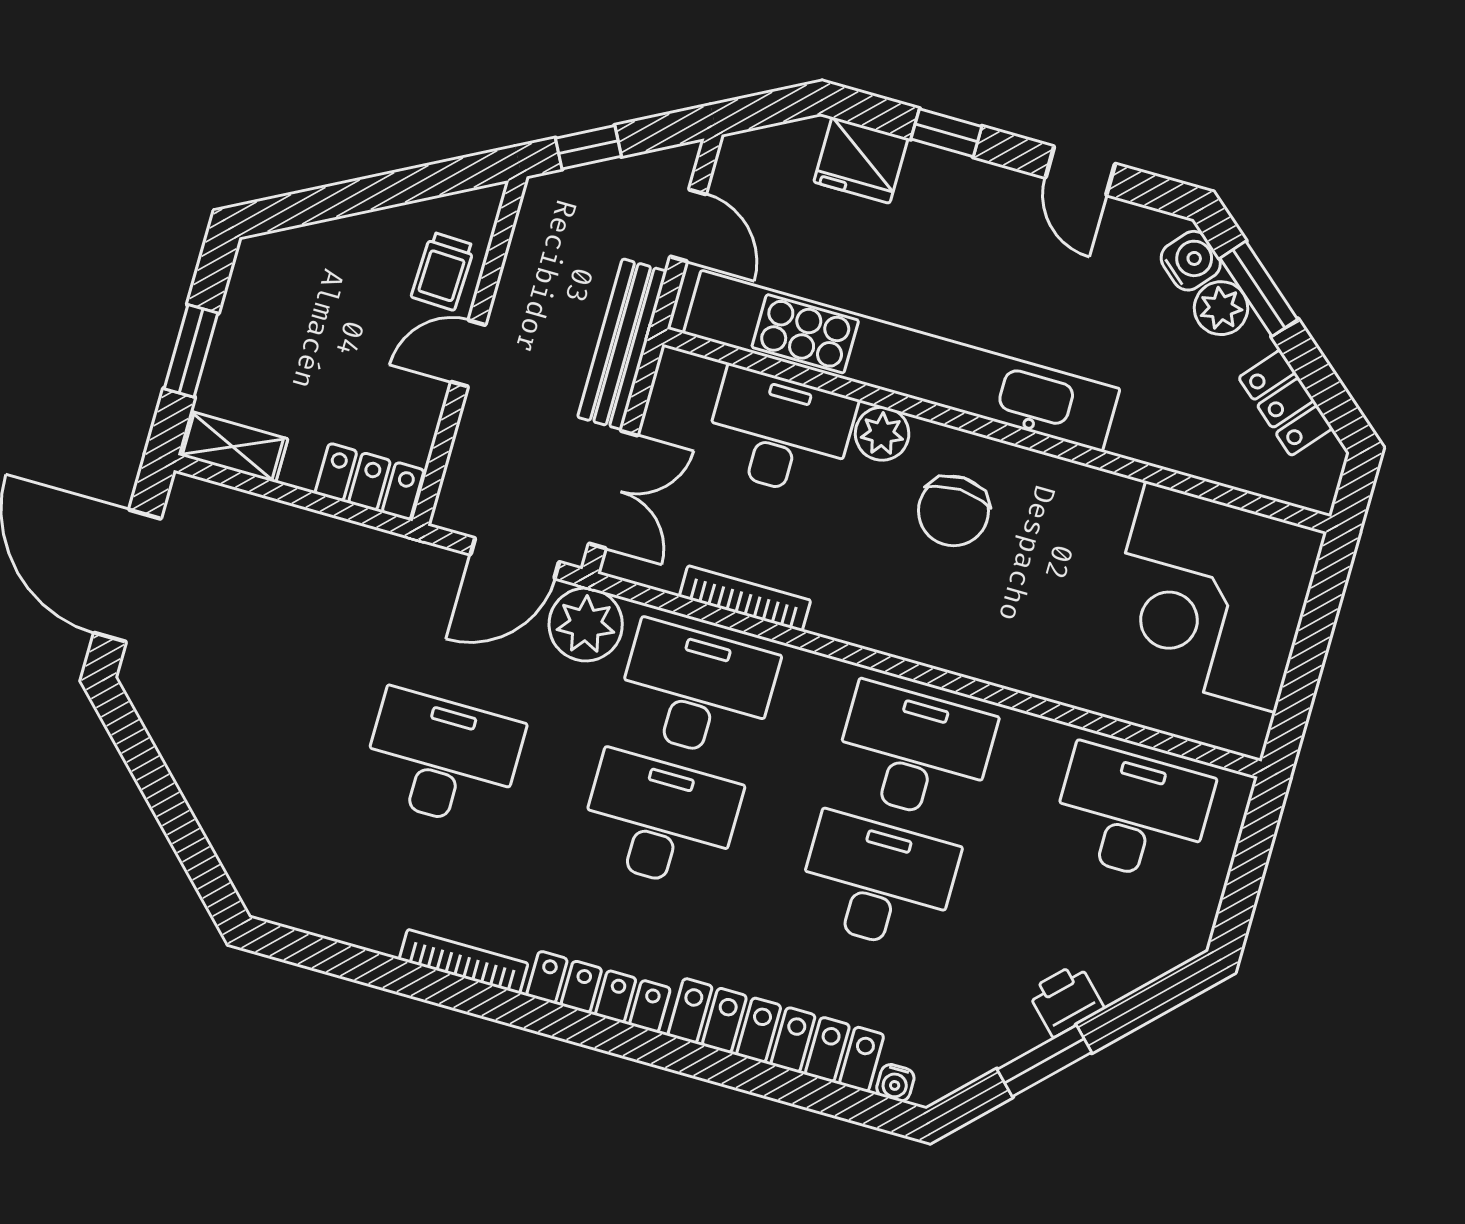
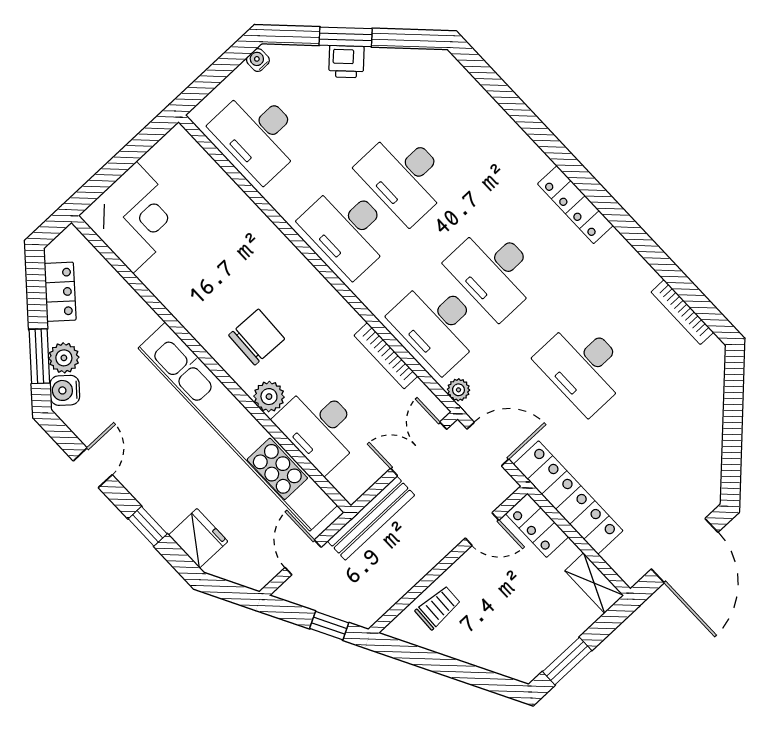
window: (191, 351) -> (567, 661), moved
door: (468, 353) -> (482, 529), moved
corner desk: (1211, 597) -> (134, 217), width x0.74, depth x0.74
plant: (586, 625) -> (458, 390), width x0.53, depth x0.53
bookcase: (464, 962) -> (682, 312), moved
locker: (776, 1035) -> (568, 497), moved, turned 180
window: (1044, 1061) -> (346, 37), moved
water cooler: (895, 1083) -> (258, 60), moved, turned -90

